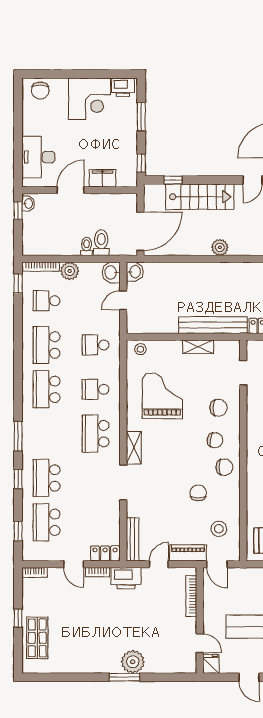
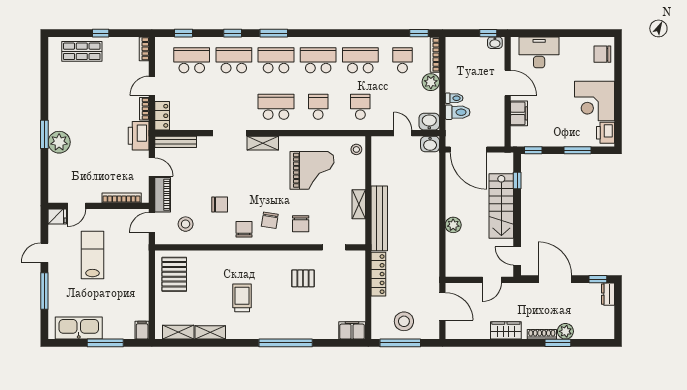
school desk: (47, 434) -> (276, 60), added
chair: (224, 467) -> (244, 229), turned 180

